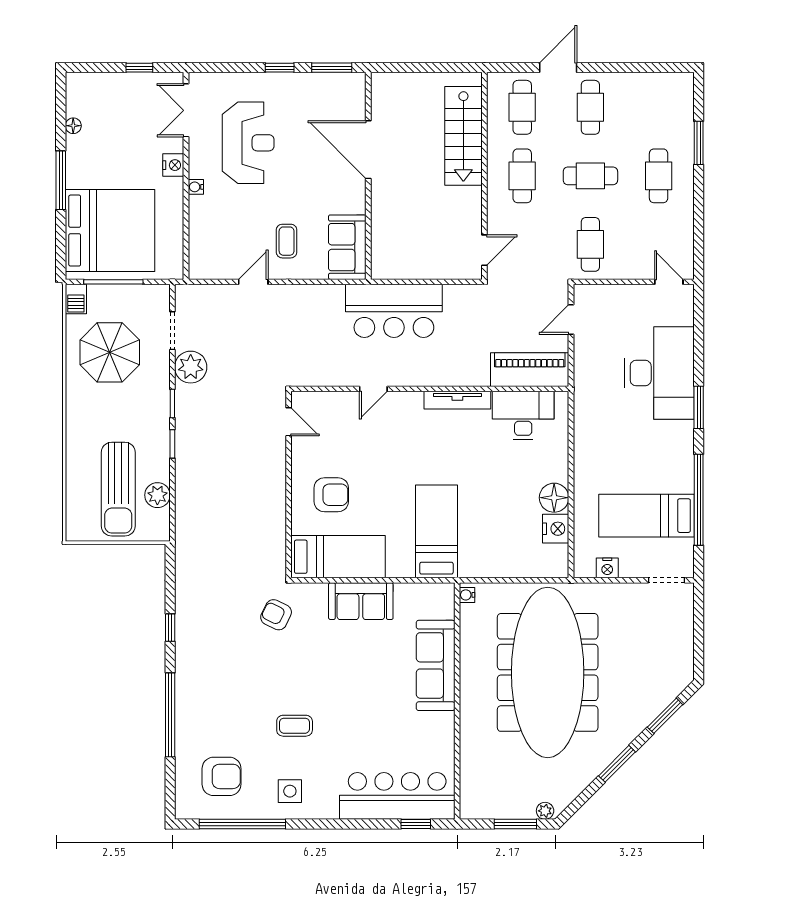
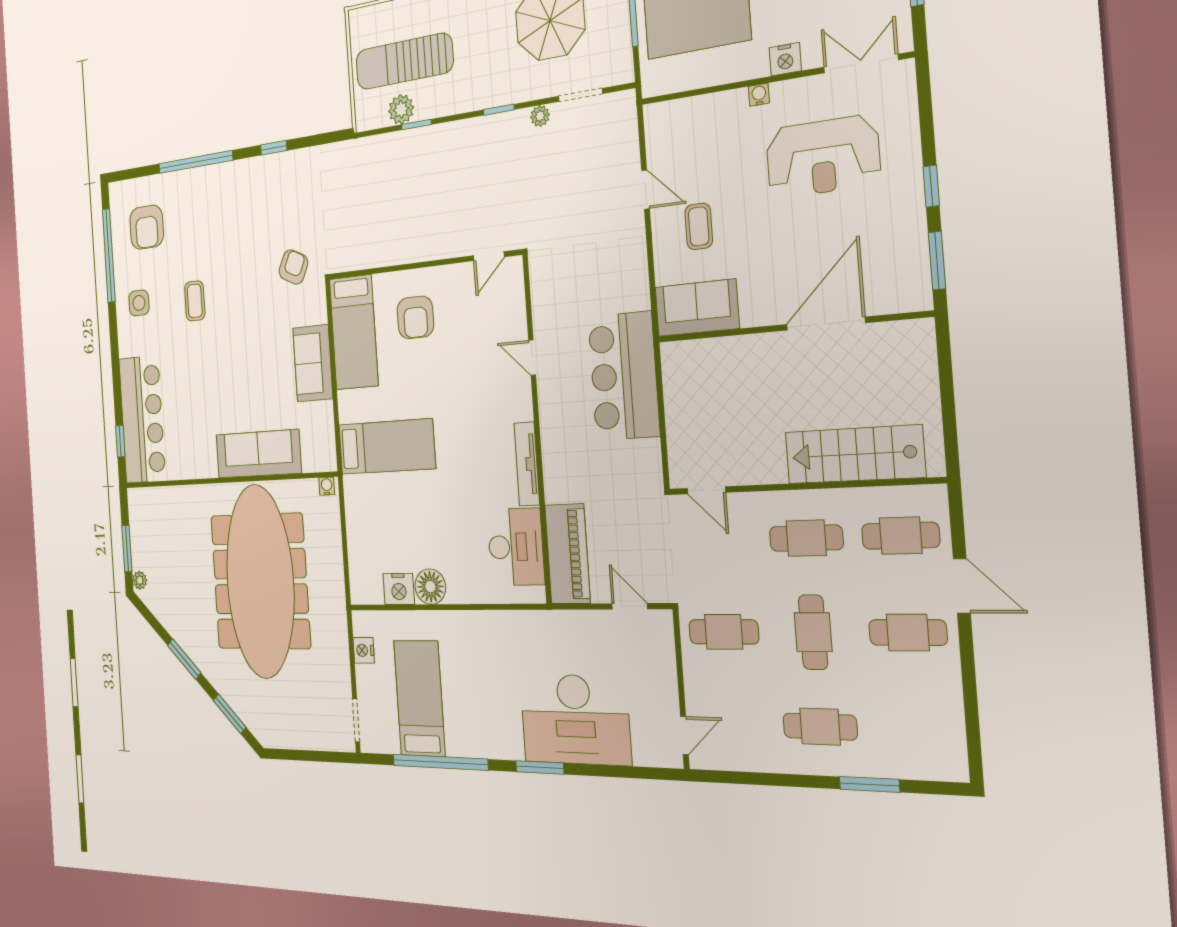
coffee table: (287, 241) -> (699, 226), turned 90
plant: (191, 367) -> (540, 116), width x0.53, depth x0.53
window: (172, 444) -> (416, 125), moved
meeting table: (548, 672) -> (260, 581), turned 90

